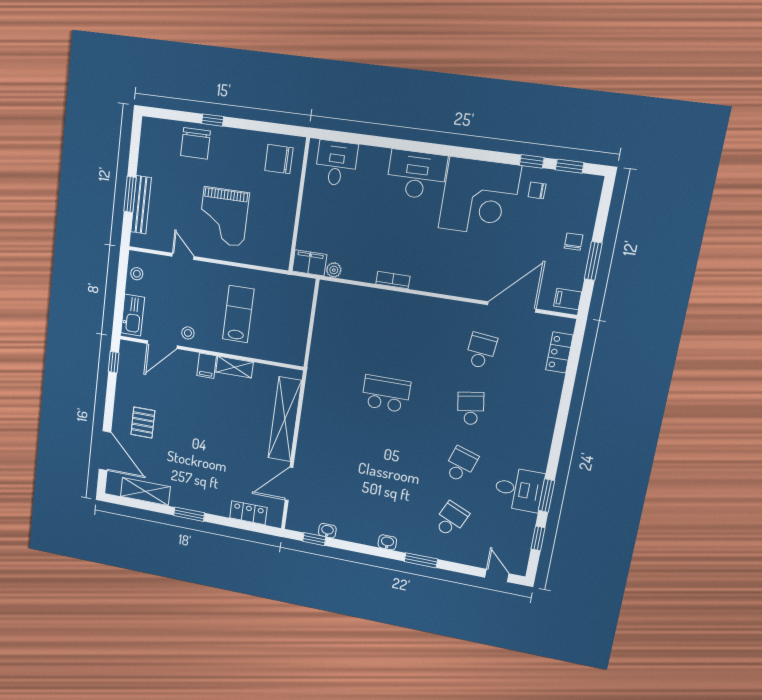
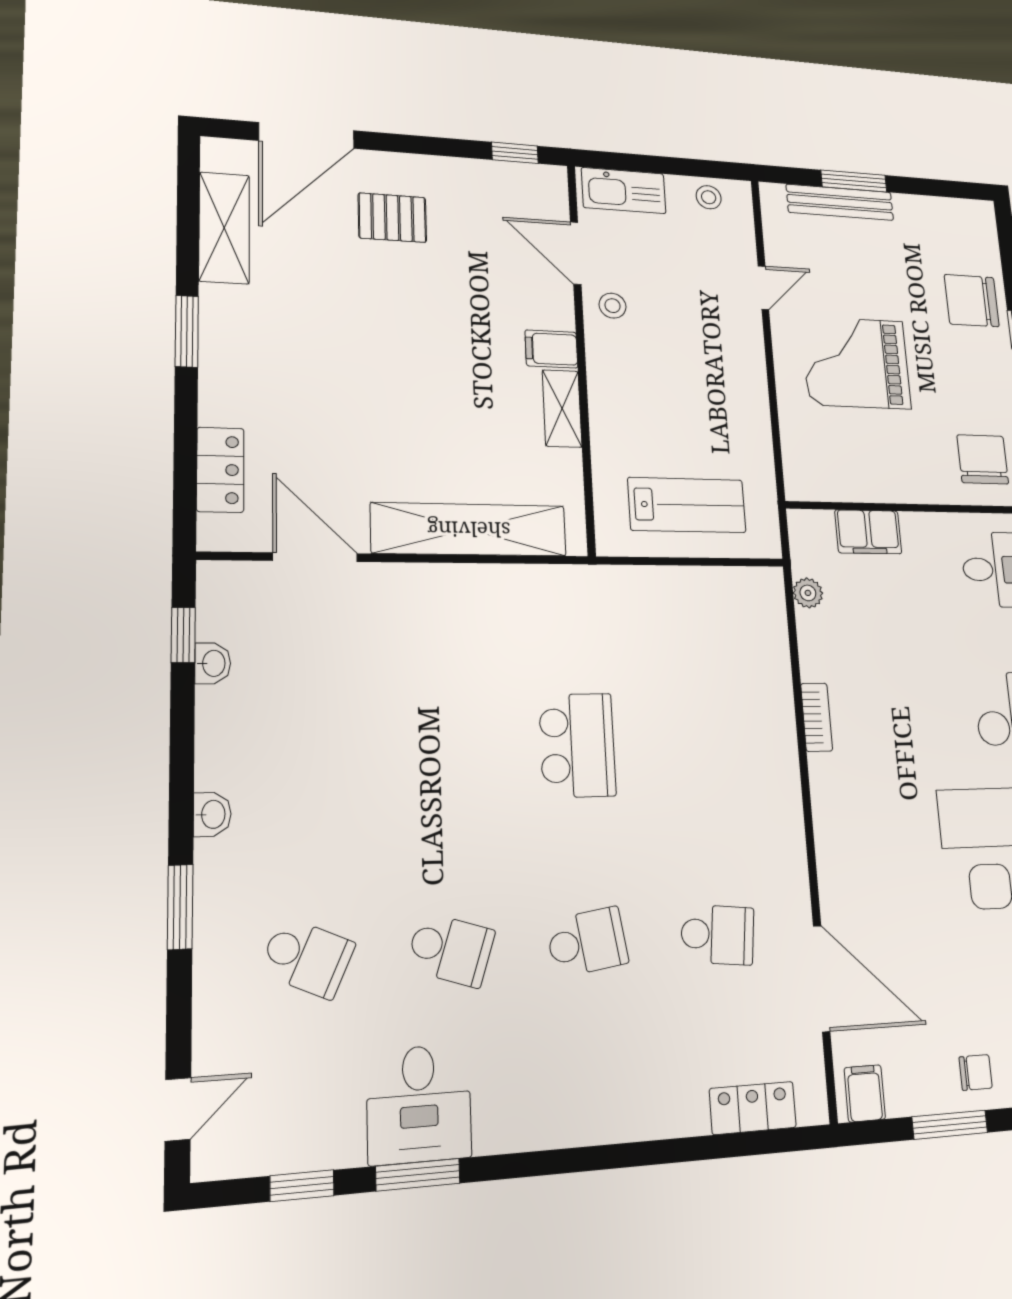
filing cabinet: (309, 263) -> (868, 532), moved, turned 90
lab bench: (238, 314) -> (687, 505), moved

